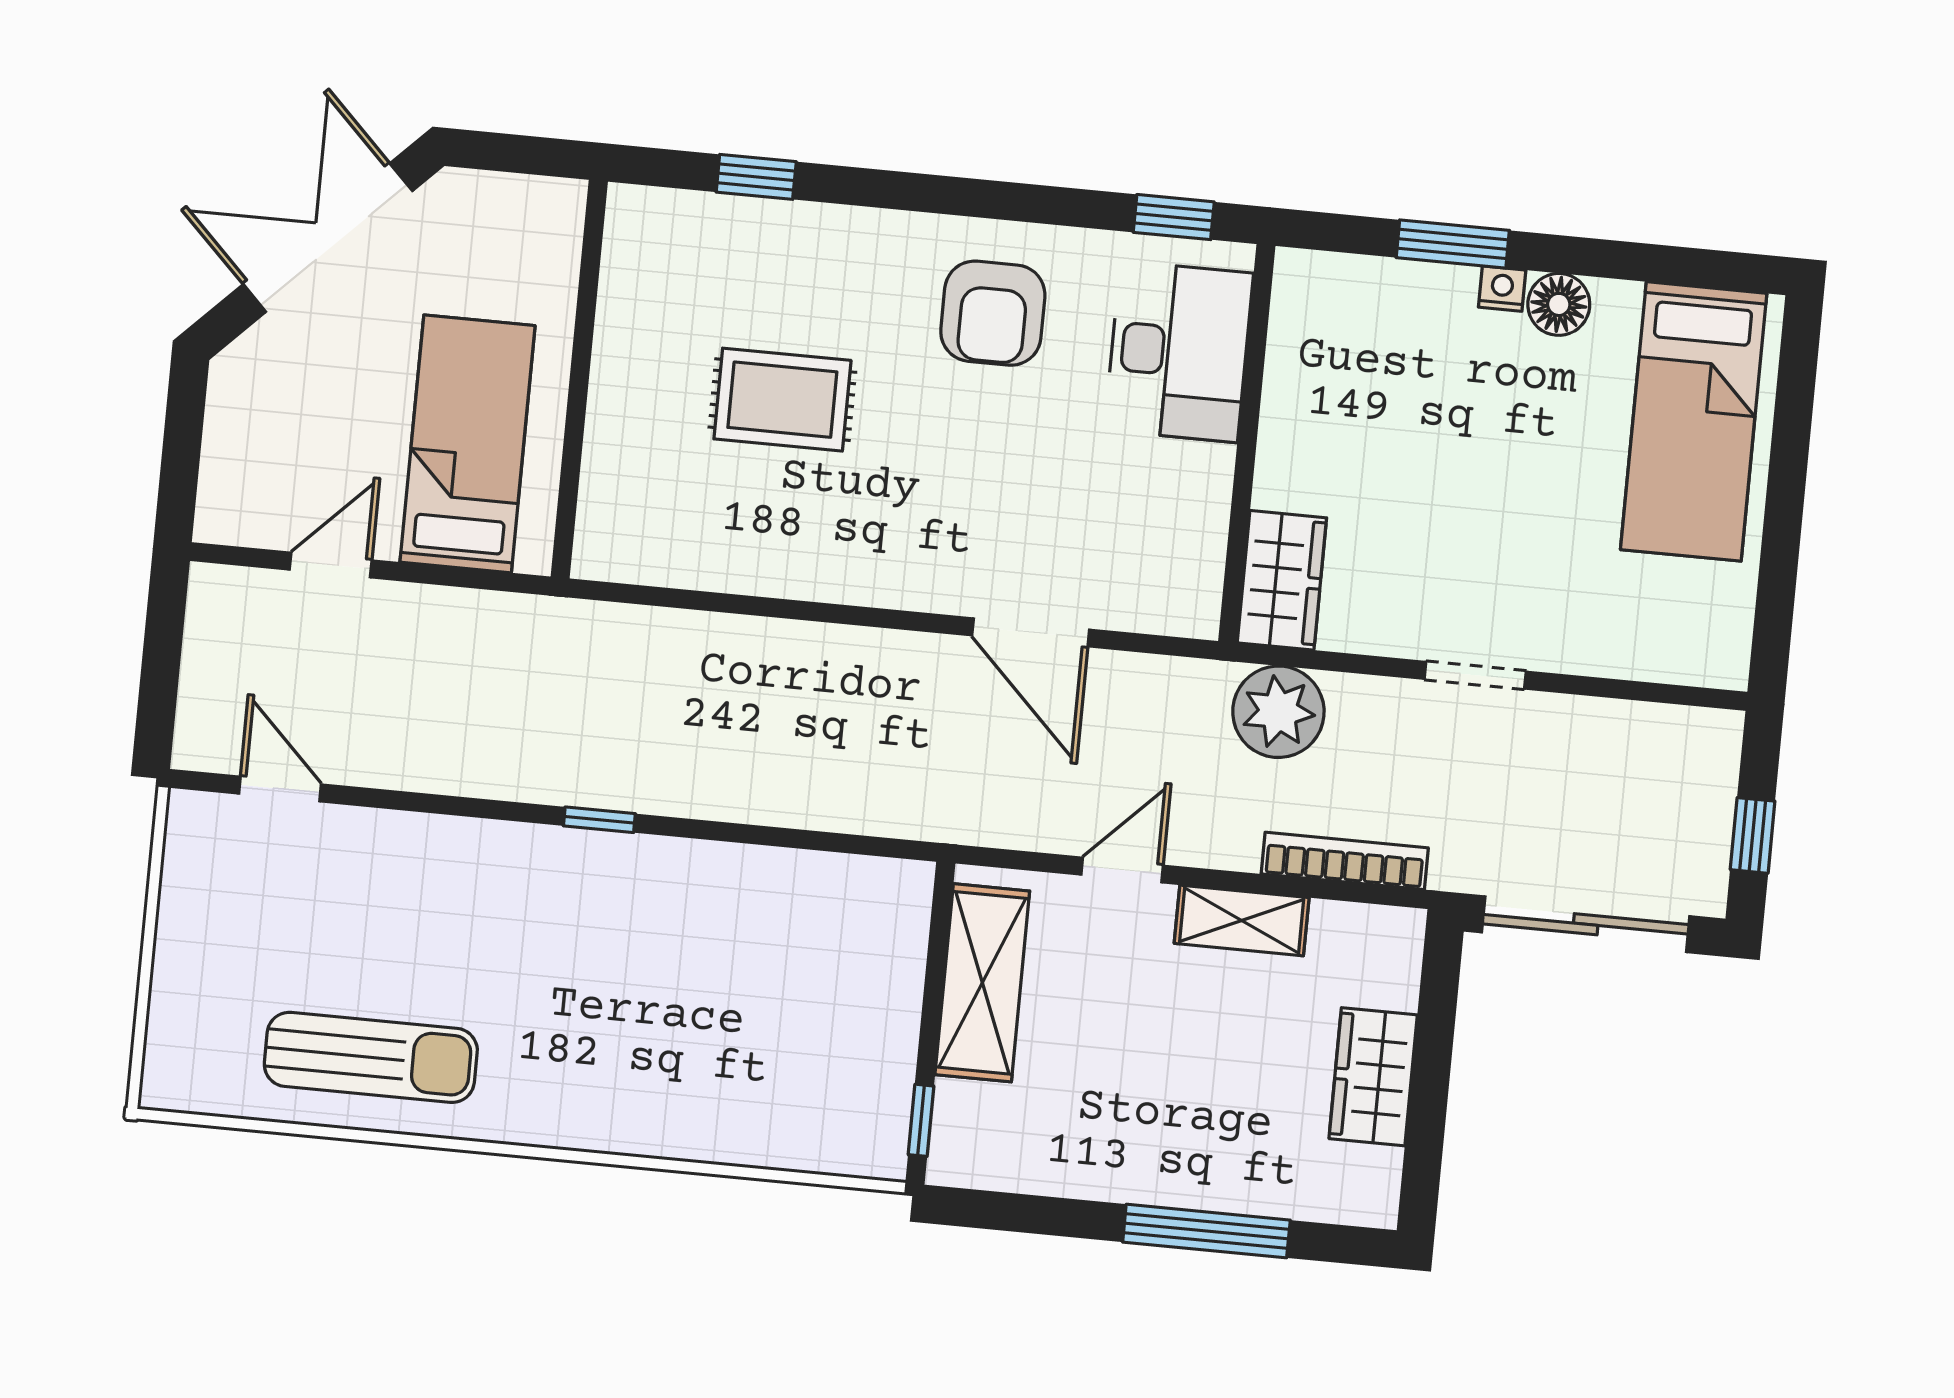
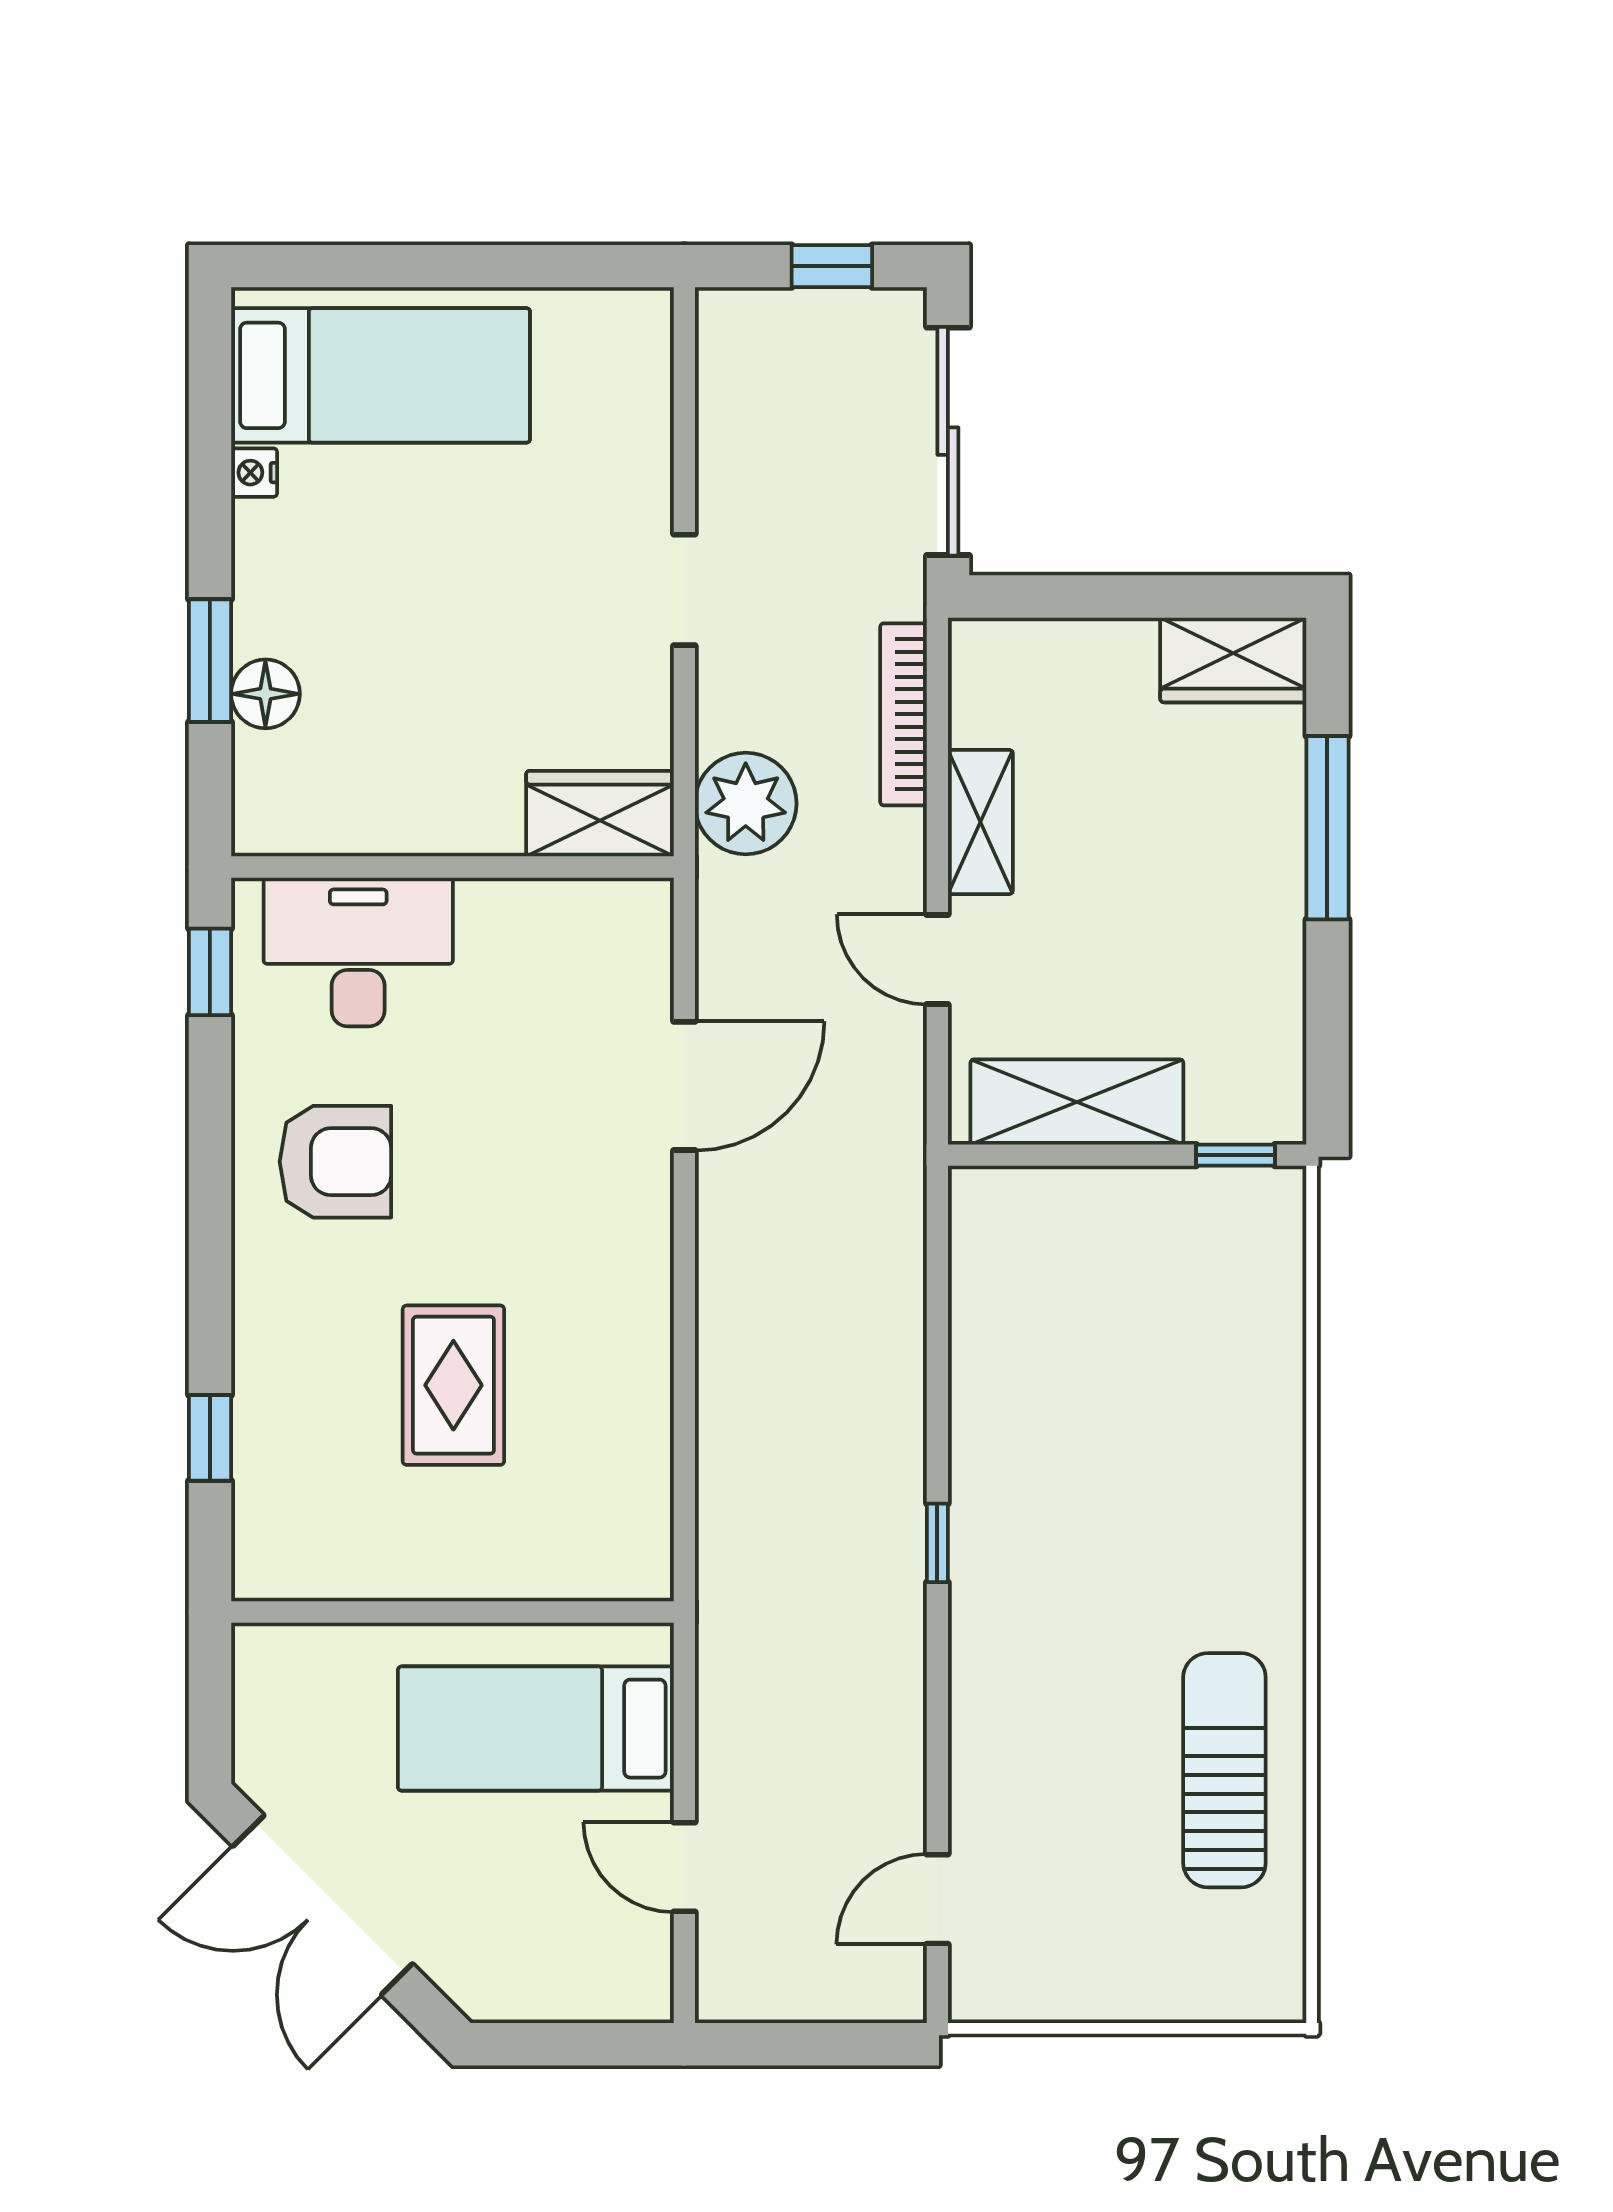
nightstand: (1502, 289) -> (254, 473), moved
floor lamp: (1559, 304) -> (265, 694), moved
wardrobe: (1373, 1077) -> (1233, 660), moved

